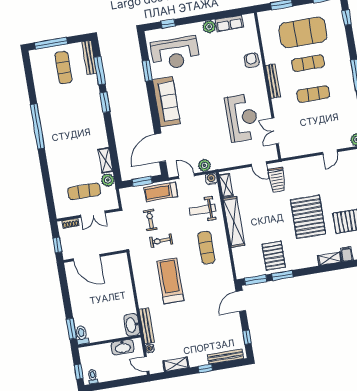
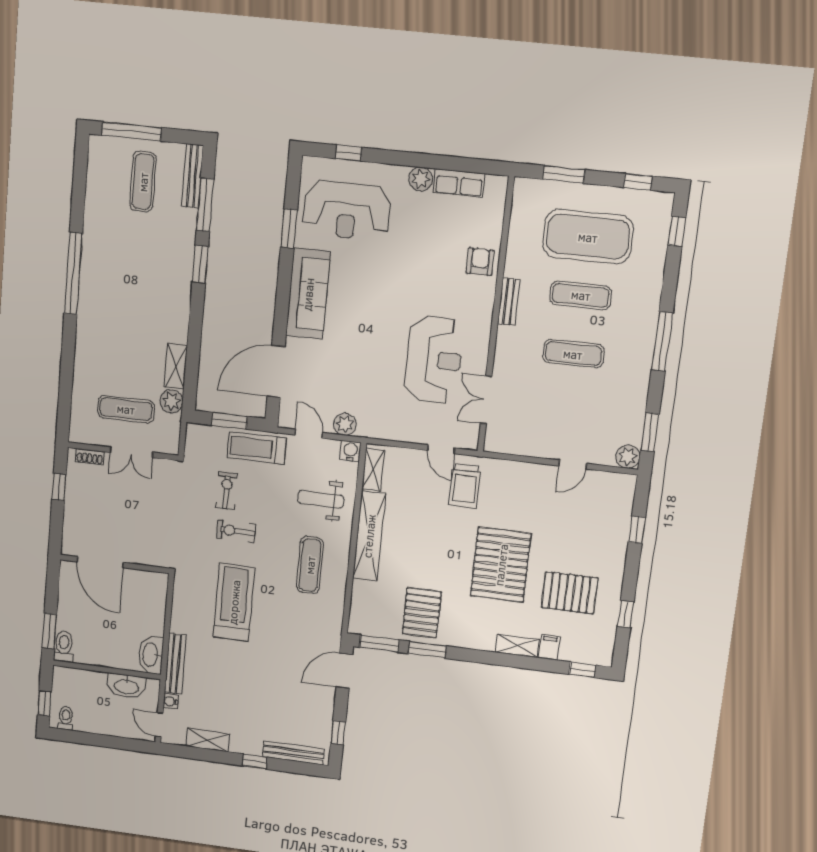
bench: (273, 81) -> (509, 302), width x0.73
wall: (95, 256) -> (115, 564), moved
door: (87, 258) -> (100, 562), moved

